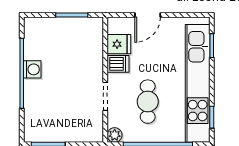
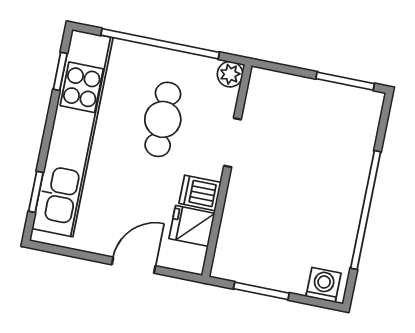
washing machine: (32, 69) -> (323, 285), moved, turned 90

